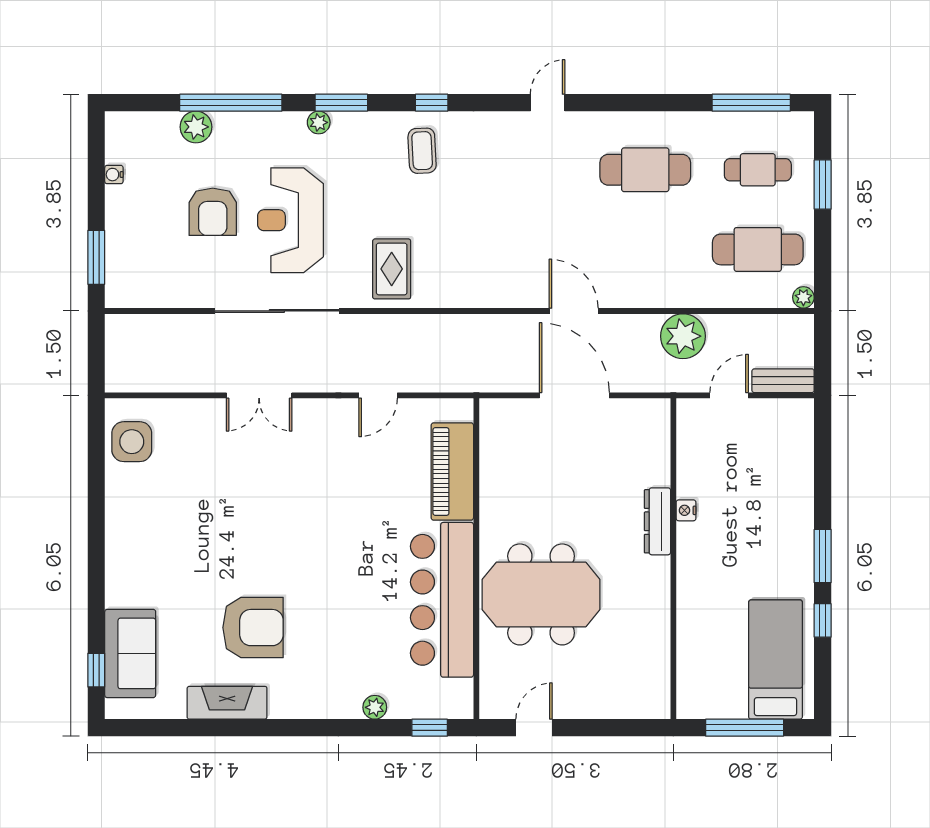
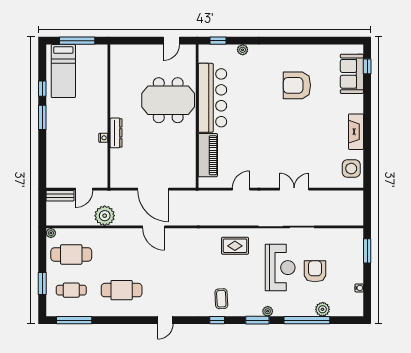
rug: (392, 269) -> (235, 246), turned 90
fireplace: (227, 703) -> (356, 132), moved, turned 90

